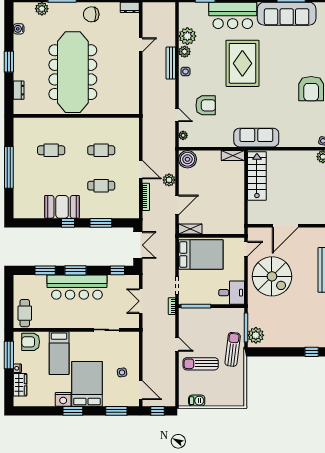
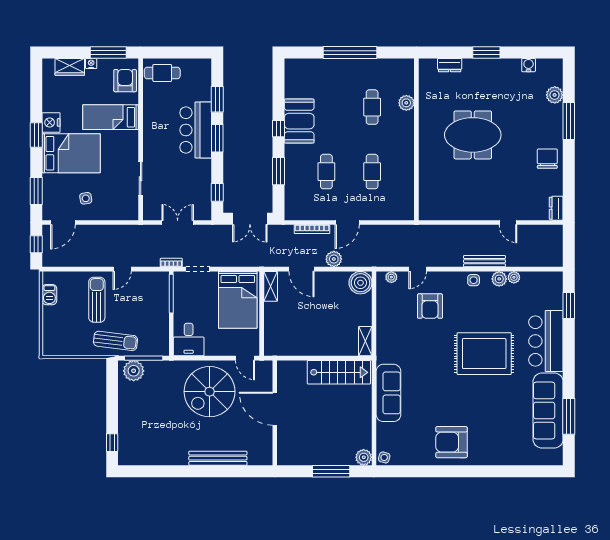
plant: (187, 36) -> (514, 277), width x0.53, depth x0.53
meeting table: (73, 72) -> (473, 135), width x0.54, depth x0.79
plant: (48, 124) -> (406, 103), added
sofa: (256, 138) -> (388, 393), moved
bar counter: (77, 287) -> (196, 130), width x0.73

